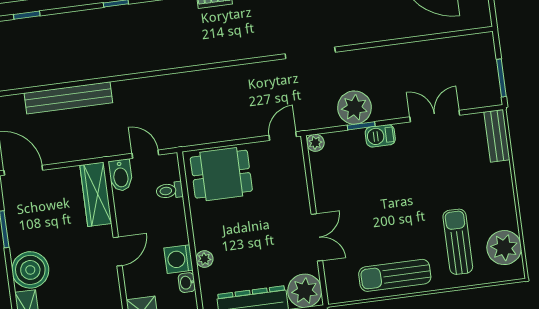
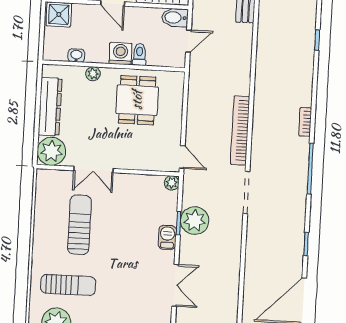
bookcase: (239, 74) -> (240, 130), added
dining table: (221, 174) -> (137, 100), moved
toilet: (169, 191) -> (140, 55), moved
washing machine: (178, 259) -> (121, 54), moved
sun lounger: (395, 275) -> (80, 225), moved

